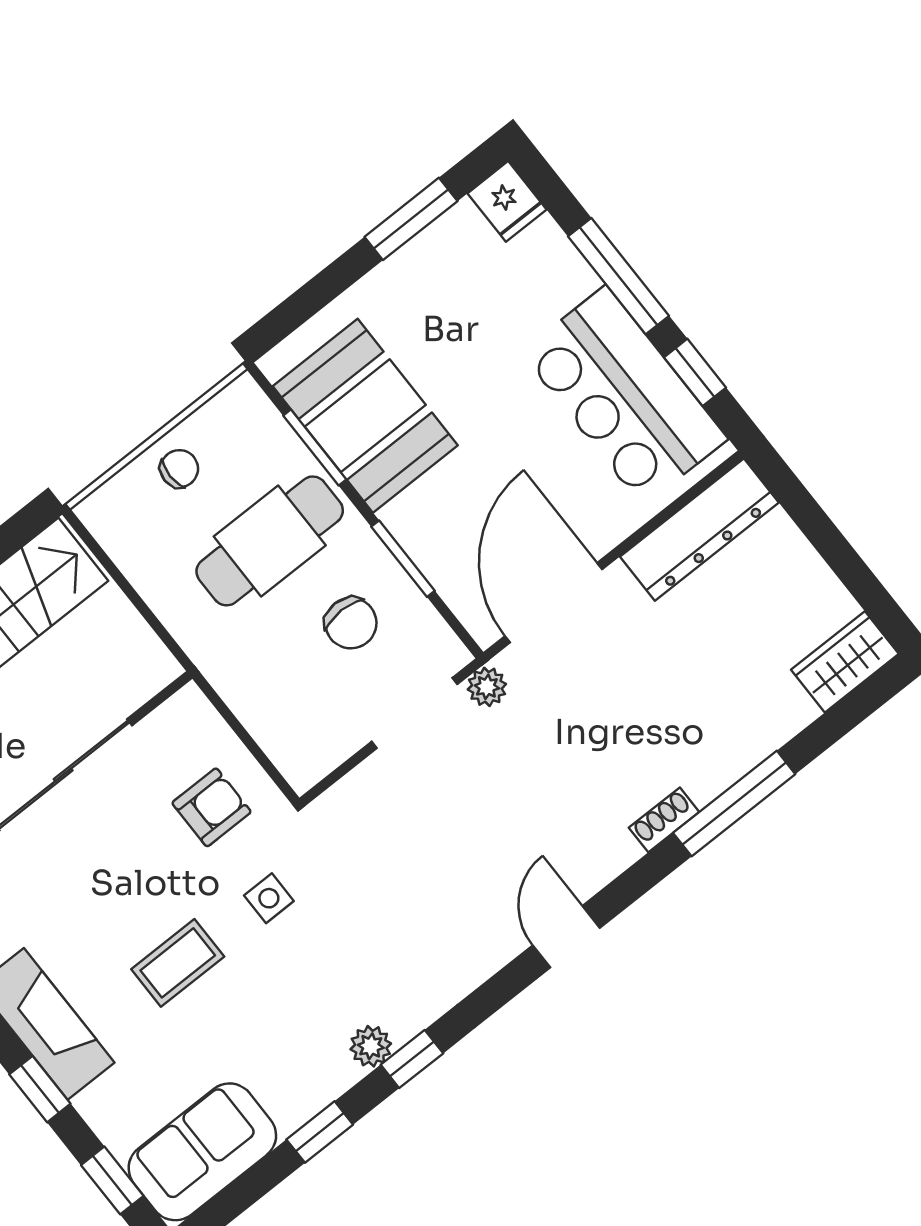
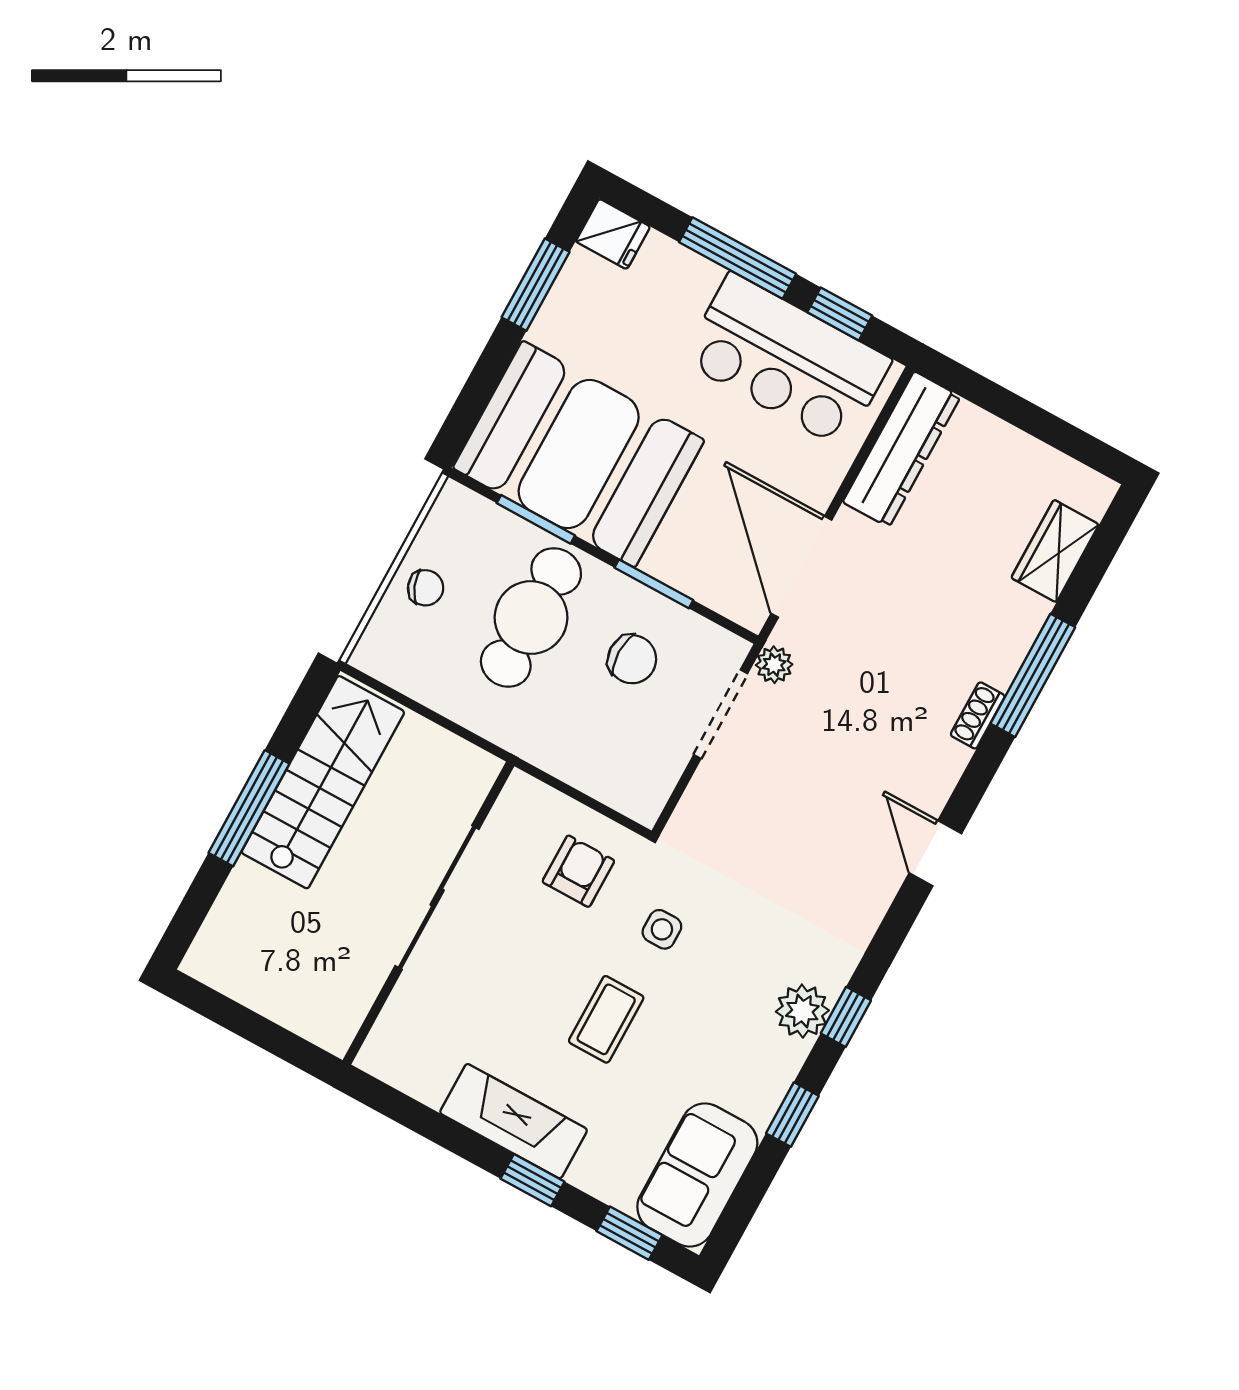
booth: (365, 416) -> (579, 454), width x1.36, depth x1.42
chair: (179, 469) -> (426, 588), turned 68
wardrobe: (845, 662) -> (1055, 551), moved
plant: (371, 1046) -> (802, 1011), width x1.38, depth x1.38

